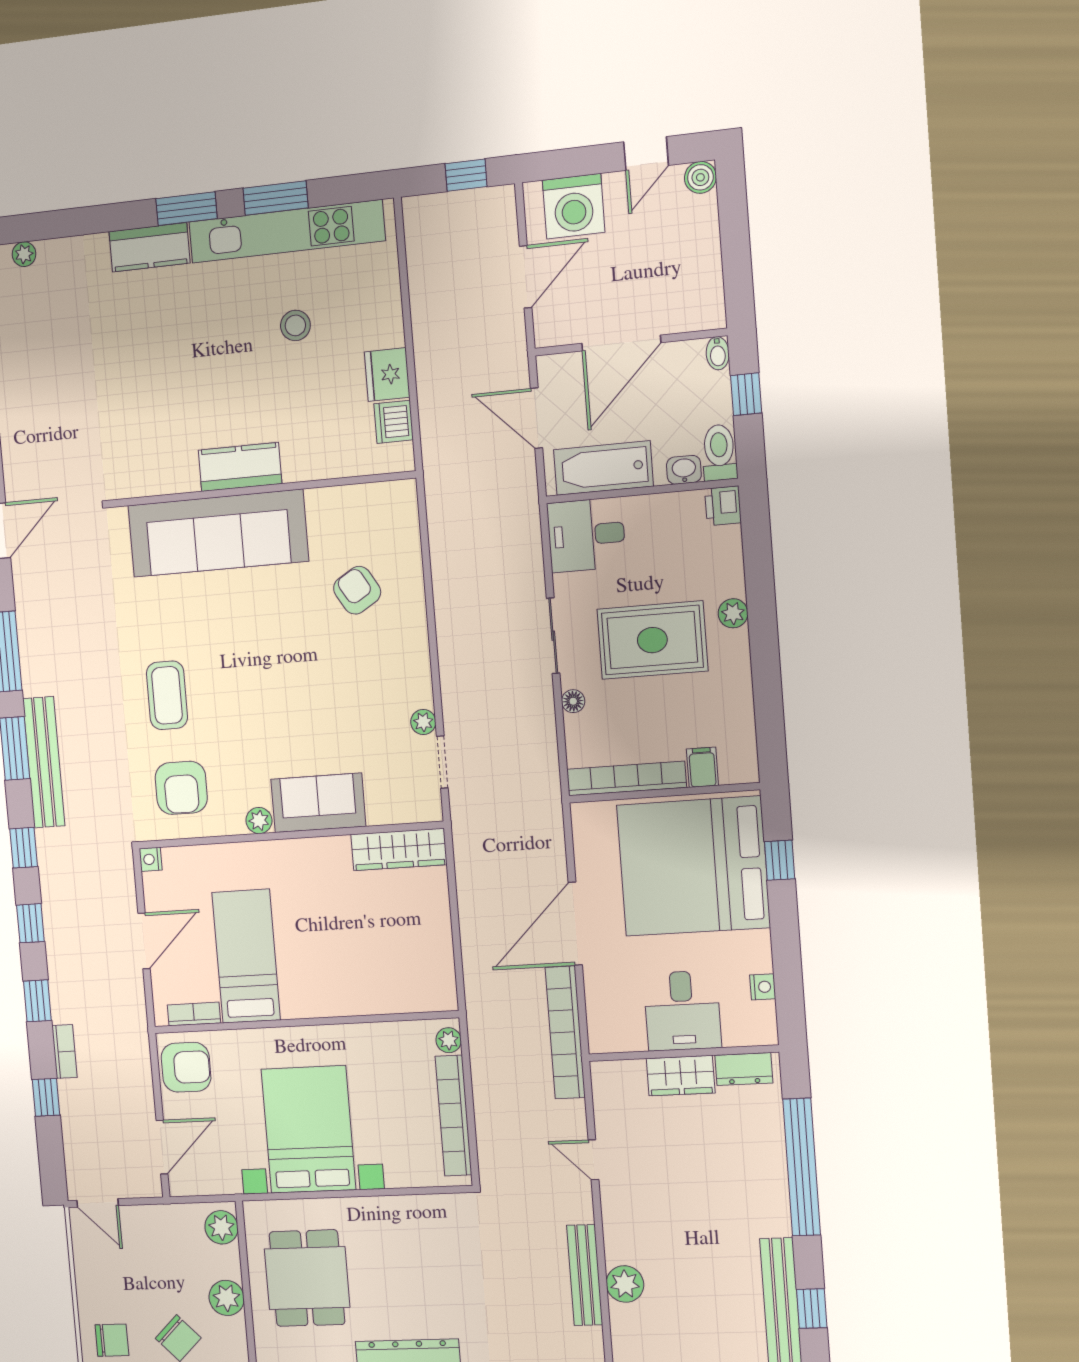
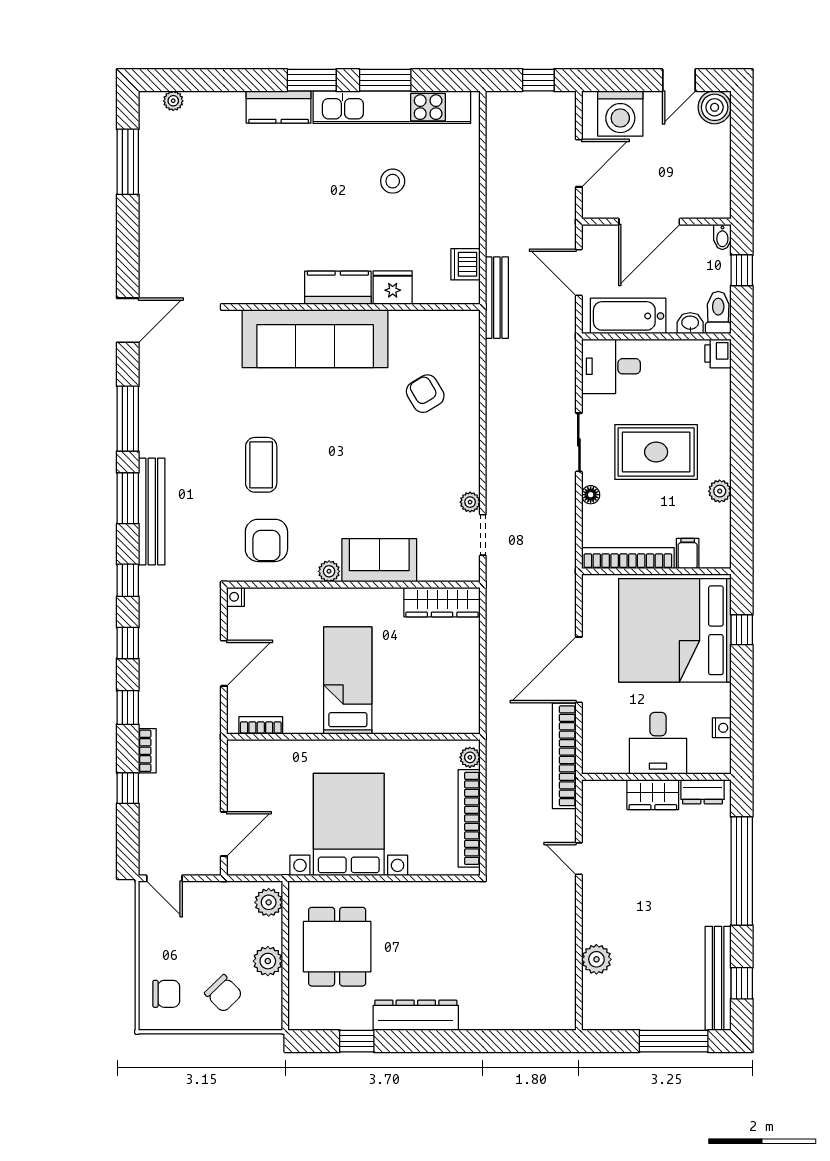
boiler: (700, 177) -> (715, 107), width x1.36, depth x1.36
fridge: (387, 375) -> (393, 288), moved, turned 90
plant: (733, 613) -> (720, 491), moved
bed: (246, 956) -> (348, 681), moved
armchair: (186, 1067) -> (250, 769), removed
bench: (585, 1275) -> (497, 298), moved

